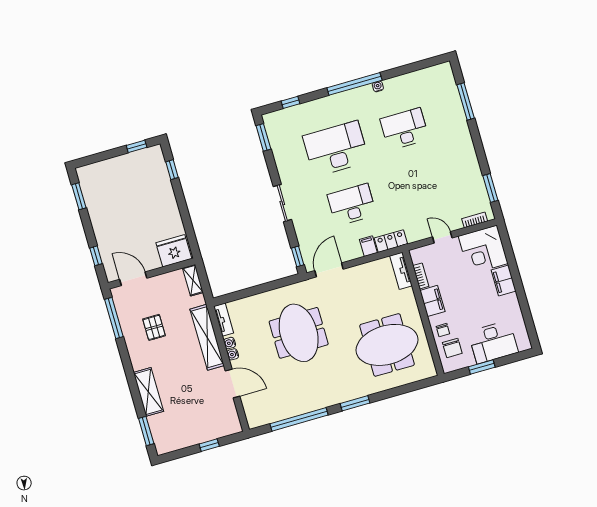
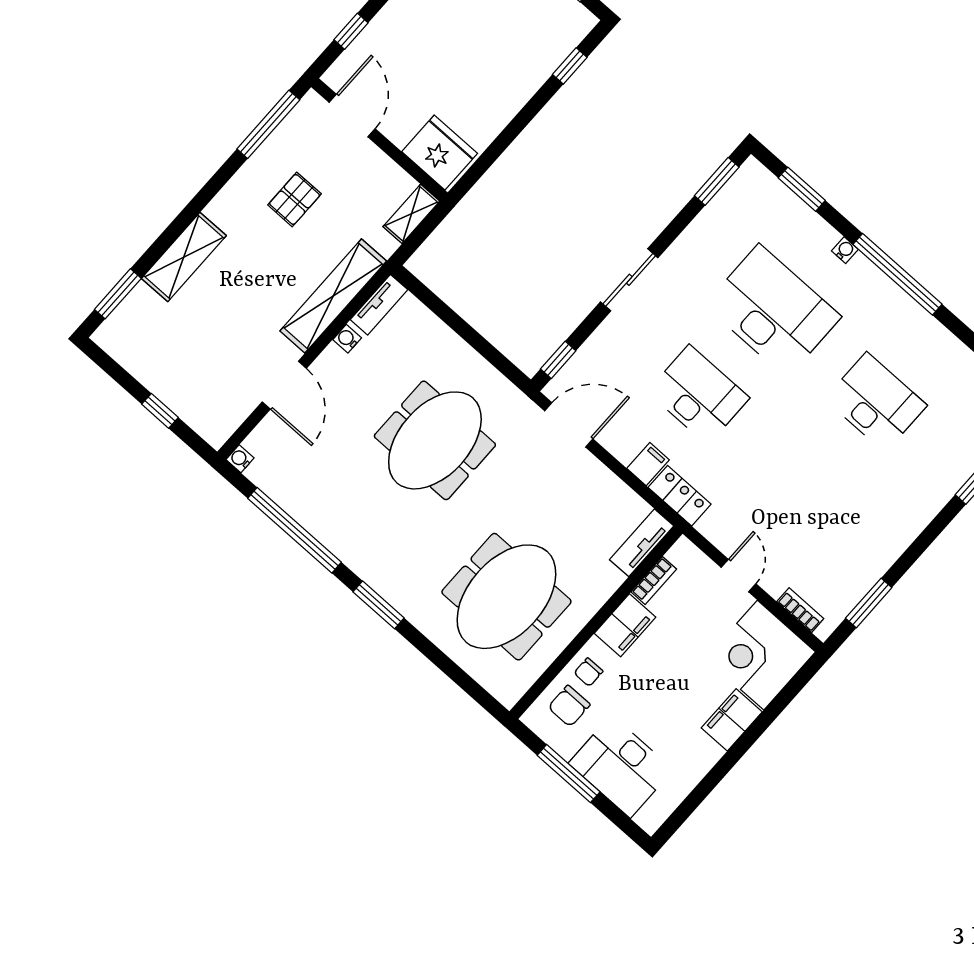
water cooler: (378, 86) -> (845, 250), moved
window: (291, 102) -> (802, 189), width x1.50
meeting table: (387, 345) -> (506, 597), turned 90
water cooler: (233, 354) -> (240, 459), moved
window: (482, 367) -> (569, 774), width x1.44

